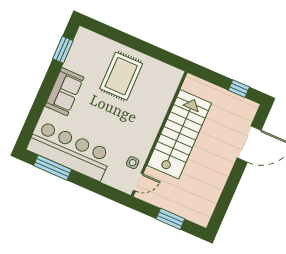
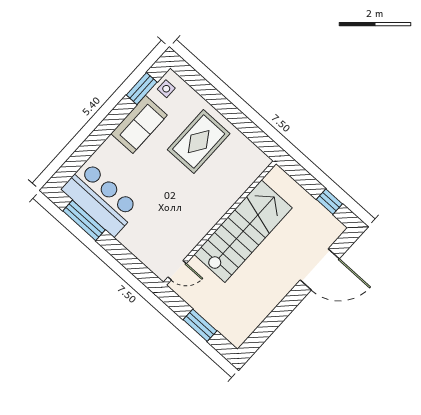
sofa: (64, 92) -> (139, 124), moved
bar counter: (70, 151) -> (101, 199), width x0.73
side table: (133, 163) -> (166, 89), moved

